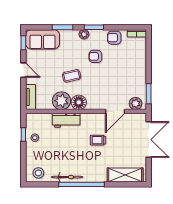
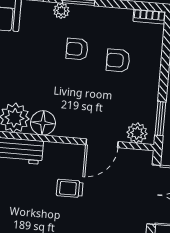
armchair: (114, 38) -> (118, 60), moved
coffee table: (72, 76) -> (35, 78), removed

